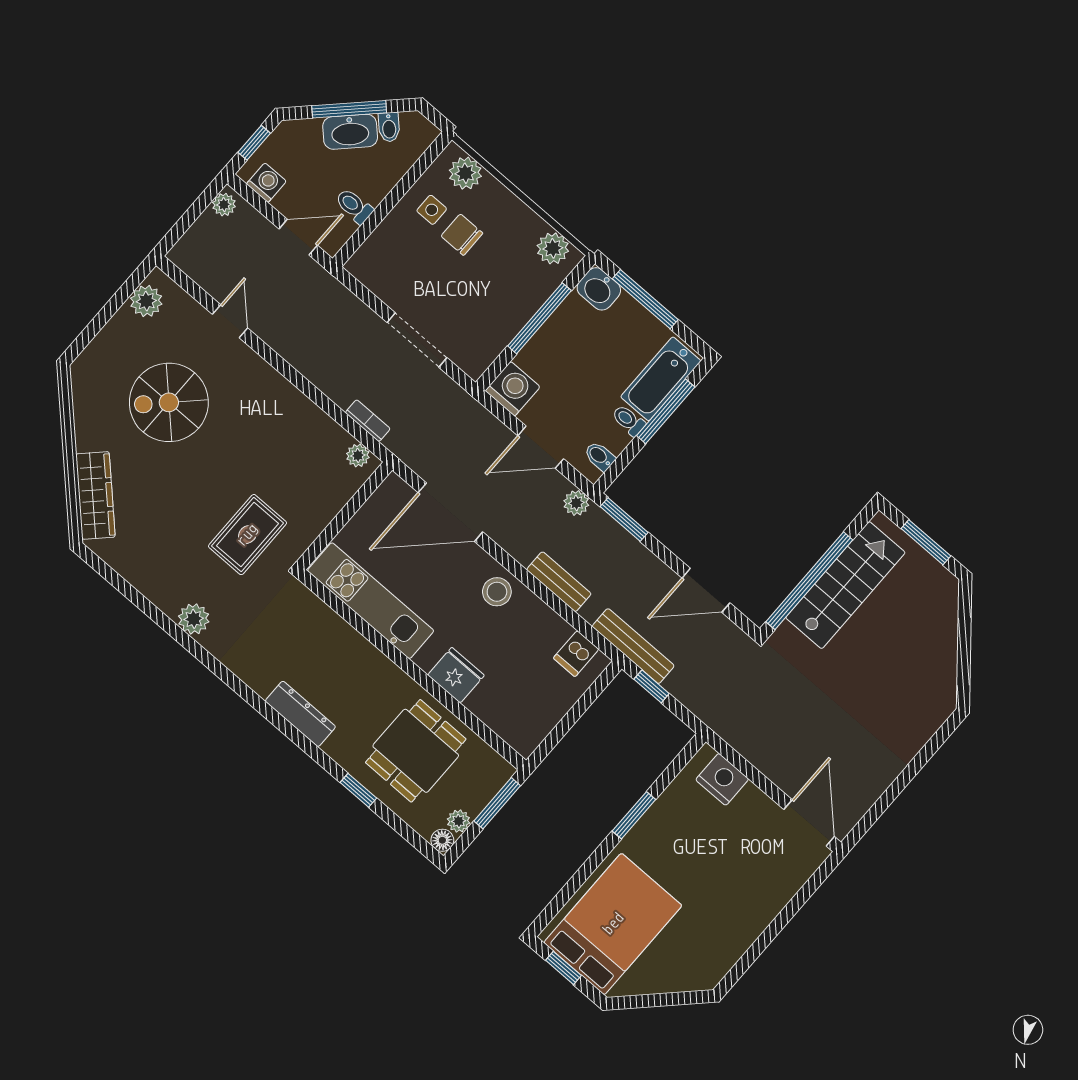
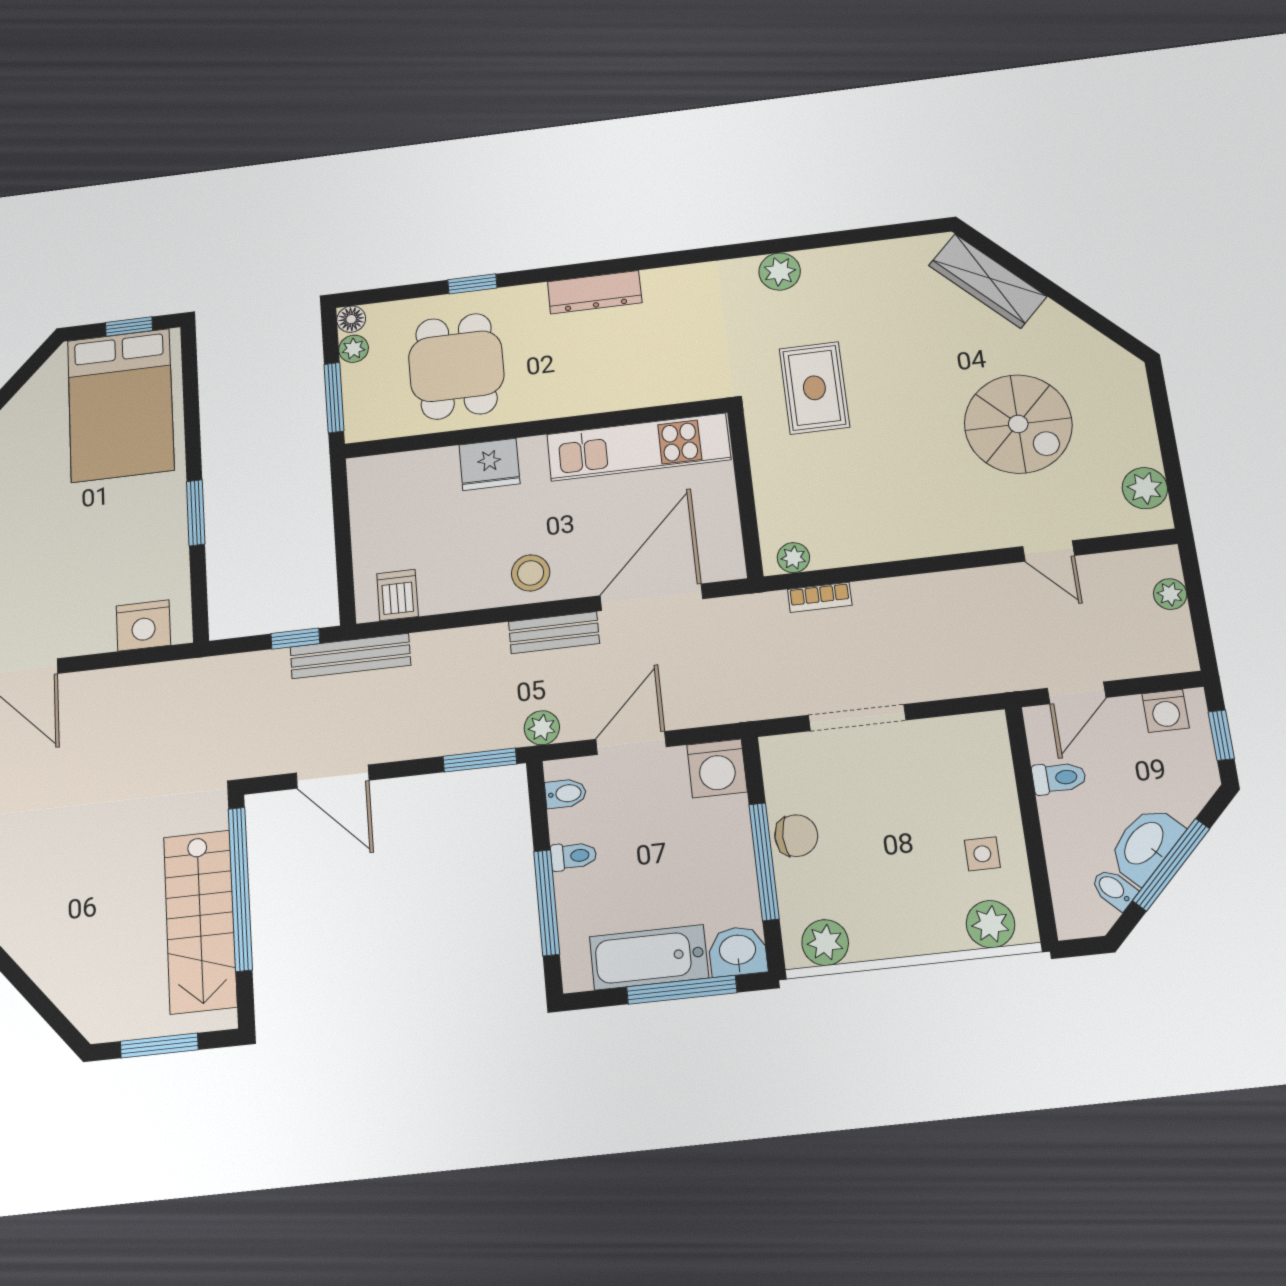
plant: (224, 205) -> (1170, 594), moved
chair: (462, 235) -> (796, 836), moved
bathtub: (661, 379) -> (649, 957), moved, turned -90
spiral stairs: (169, 402) -> (1018, 424), turned 90
bench: (559, 582) -> (554, 633), moved
door: (706, 590) -> (333, 777), swing flipped

